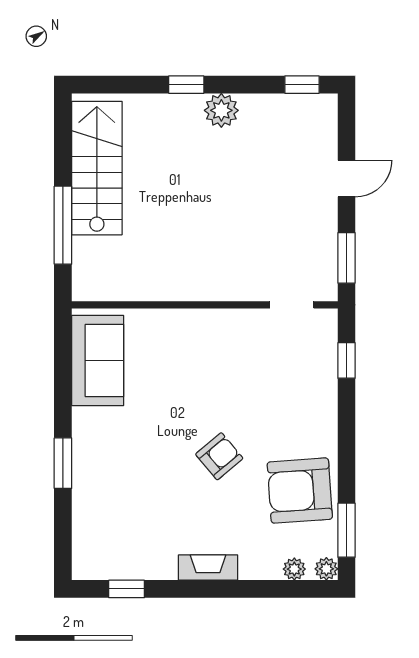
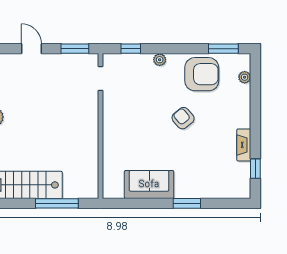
sofa: (98, 361) -> (149, 184), moved
armchair: (300, 491) -> (202, 74), turned -86
fireplace: (208, 568) -> (244, 145), moved
plant: (326, 569) -> (160, 60), moved

